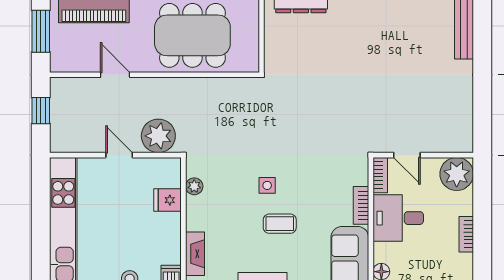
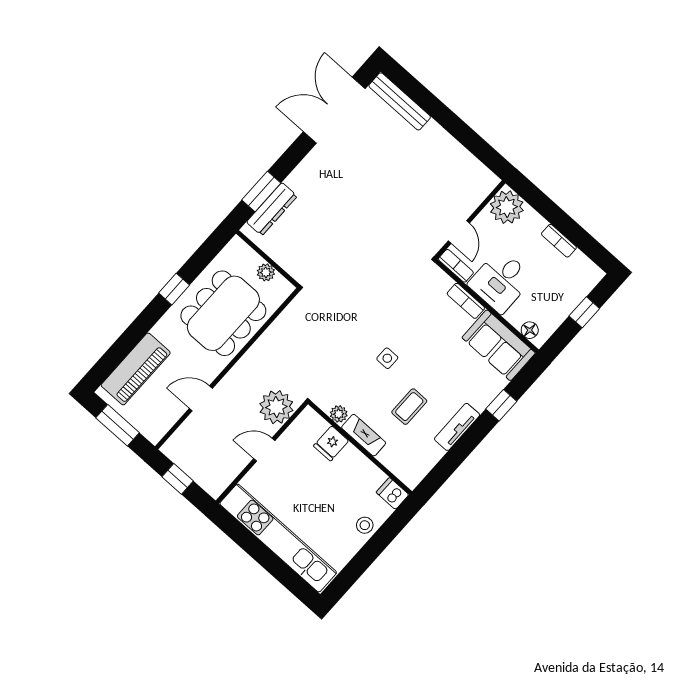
plant: (250, 40) -> (266, 272), added
door: (407, 155) -> (459, 232), hinge flipped
coffee table: (280, 224) -> (409, 407), moved
fireplace: (195, 254) -> (364, 435), moved

